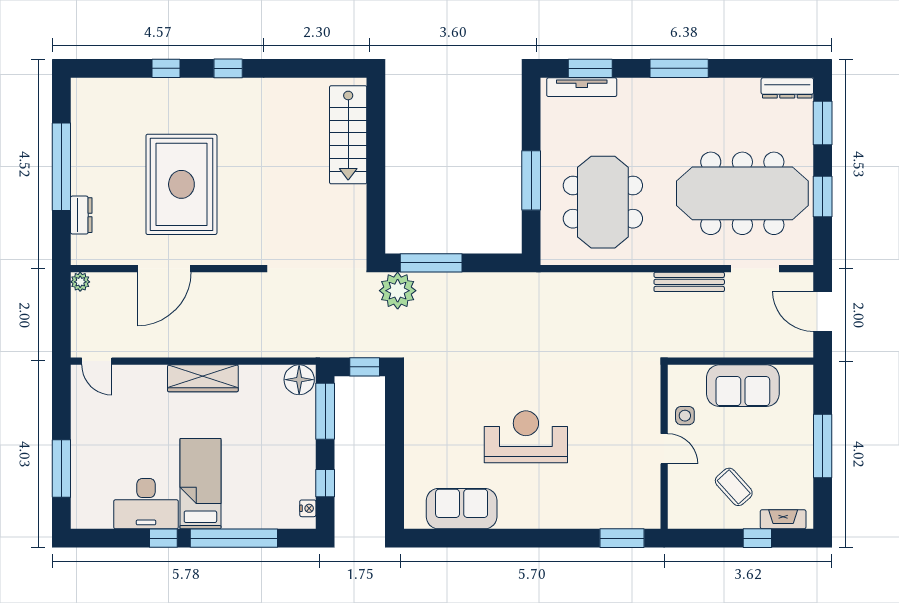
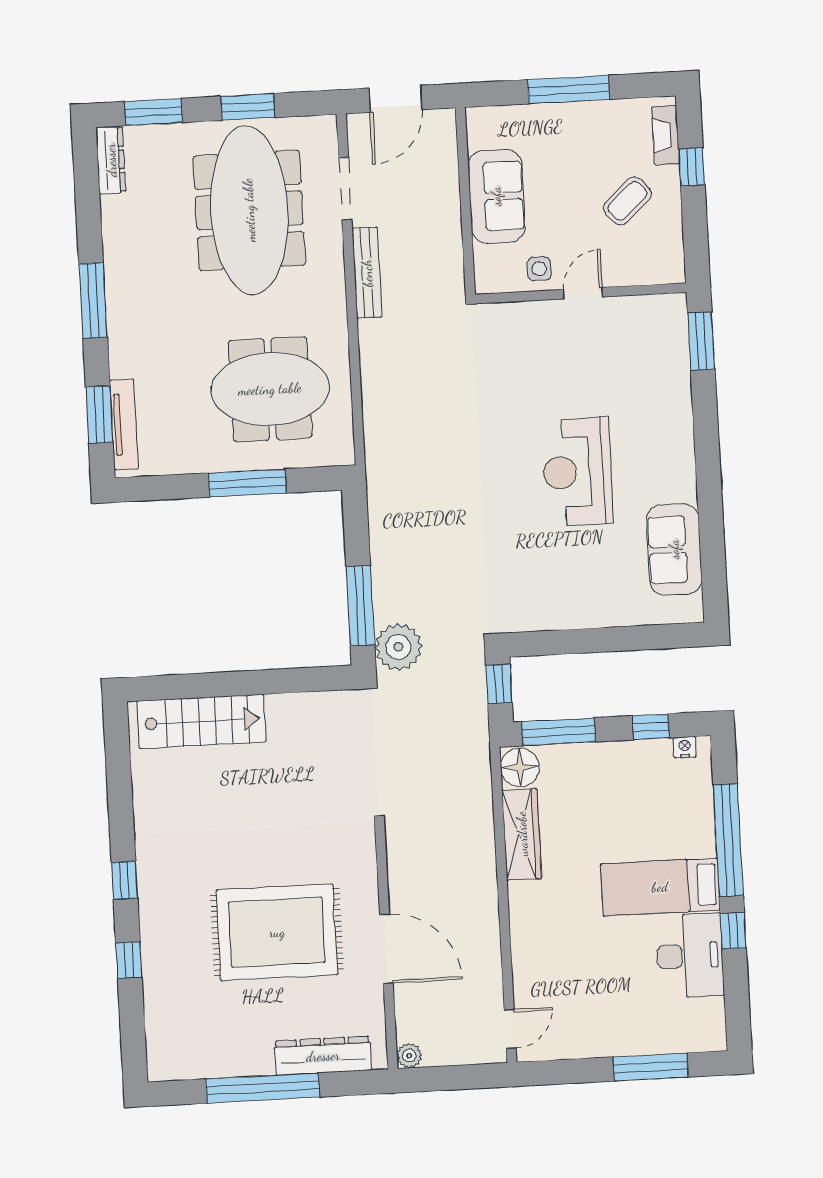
dresser: (81, 215) -> (323, 1056), width x1.96, depth x1.24
wardrobe: (203, 378) -> (522, 834), moved

